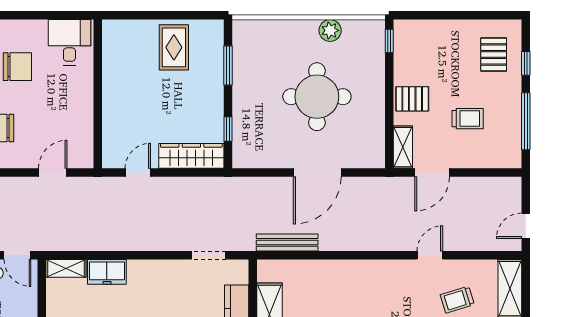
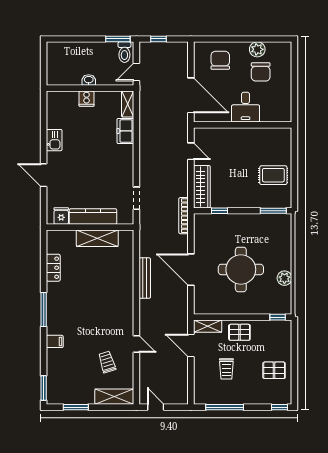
desk: (69, 42) -> (246, 107), moved, turned 90
pallet: (494, 54) -> (274, 370), moved
window: (526, 63) -> (279, 407), moved
window: (228, 65) -> (273, 211), moved
pallet: (412, 99) -> (239, 332), turned 90
door: (53, 172) -> (191, 95), width x1.88
bookcase: (235, 184) -> (183, 216), added
bench: (287, 242) -> (145, 278), moved

